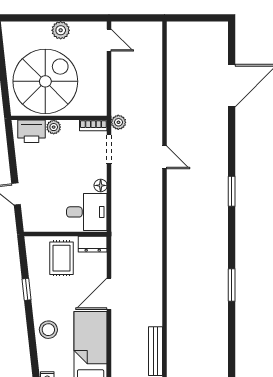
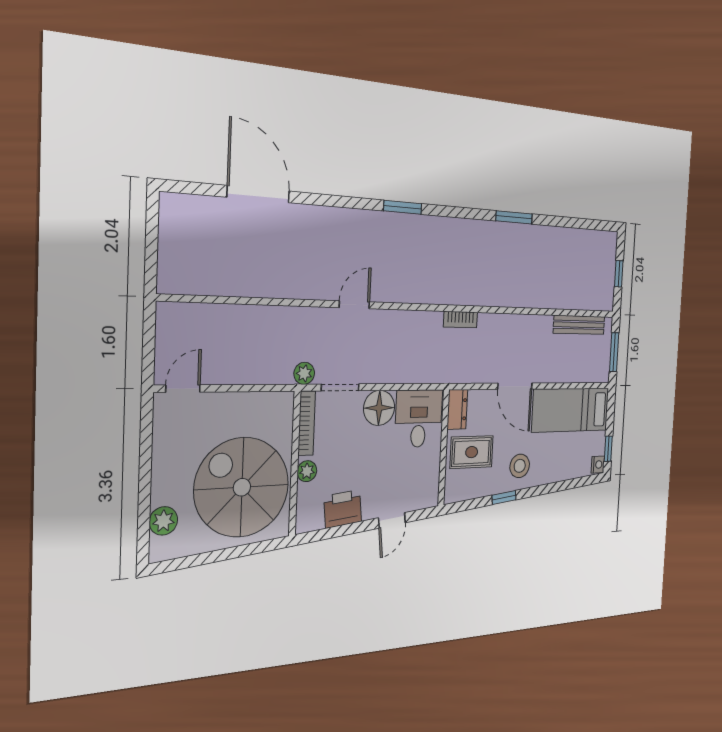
plant: (61, 30) -> (163, 521), moved
bookcase: (93, 125) -> (307, 423), width x1.56
printer: (32, 131) -> (343, 509), moved, turned -96
floor lamp: (101, 185) -> (379, 408), width x1.89, depth x1.89
bookcase: (157, 243) -> (460, 320), added
stool: (48, 330) -> (520, 466), moved

